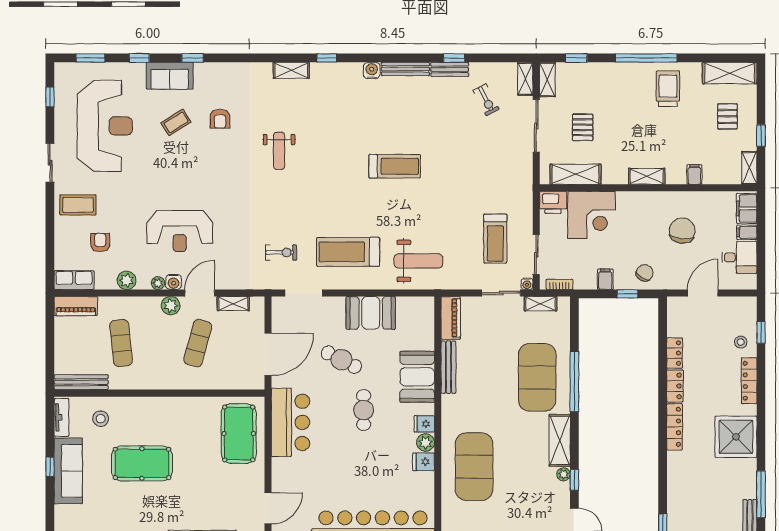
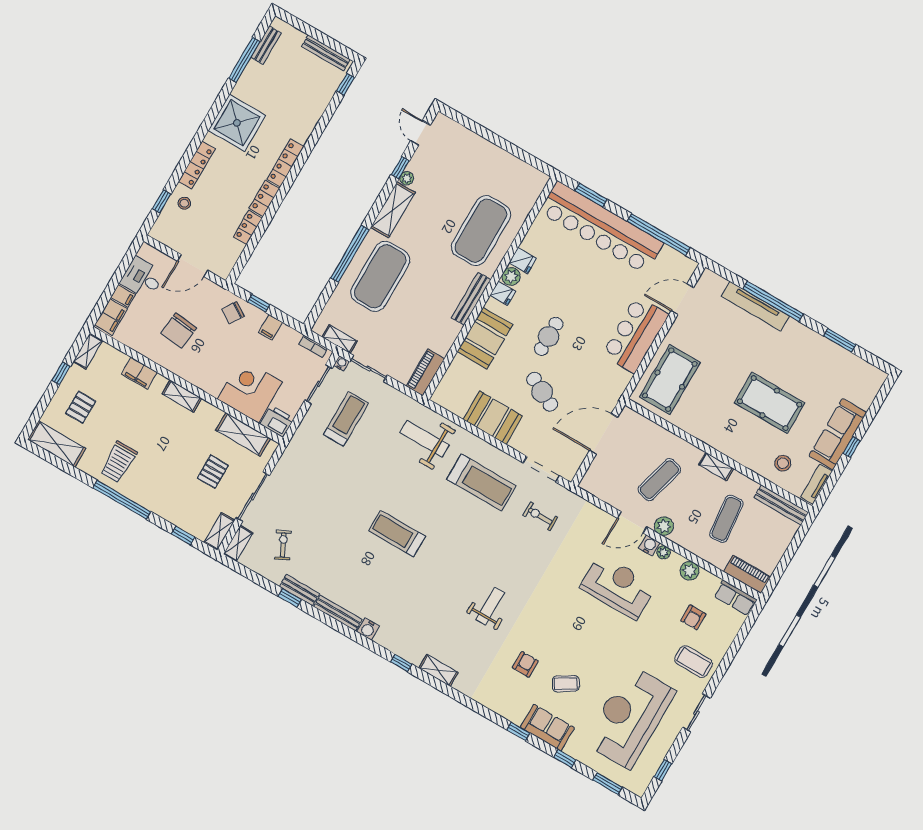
filing cabinet: (694, 175) -> (139, 373), width x2.00
shelving: (233, 304) -> (716, 467), moved
bench: (448, 367) -> (471, 299), moved
bar counter: (290, 422) -> (635, 335), moved

